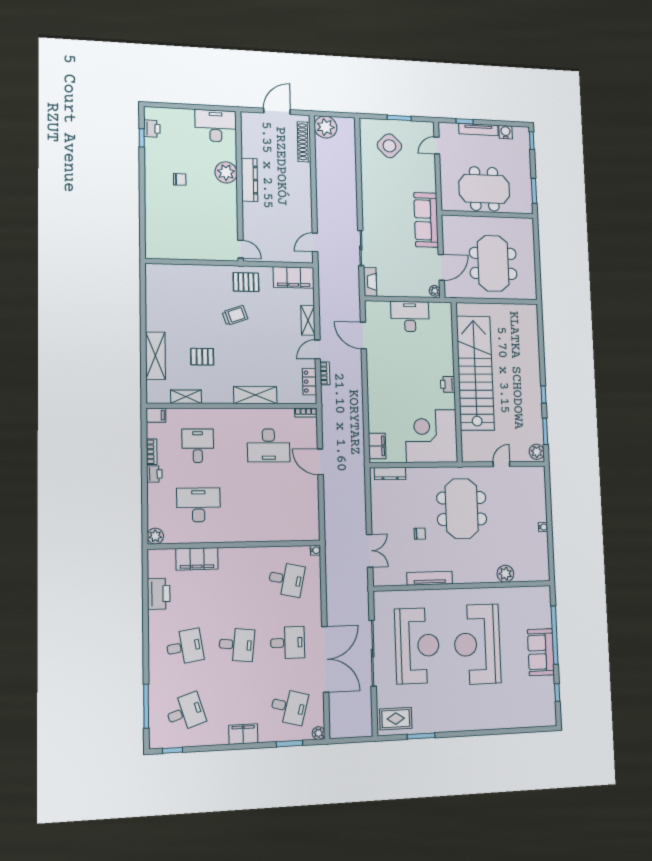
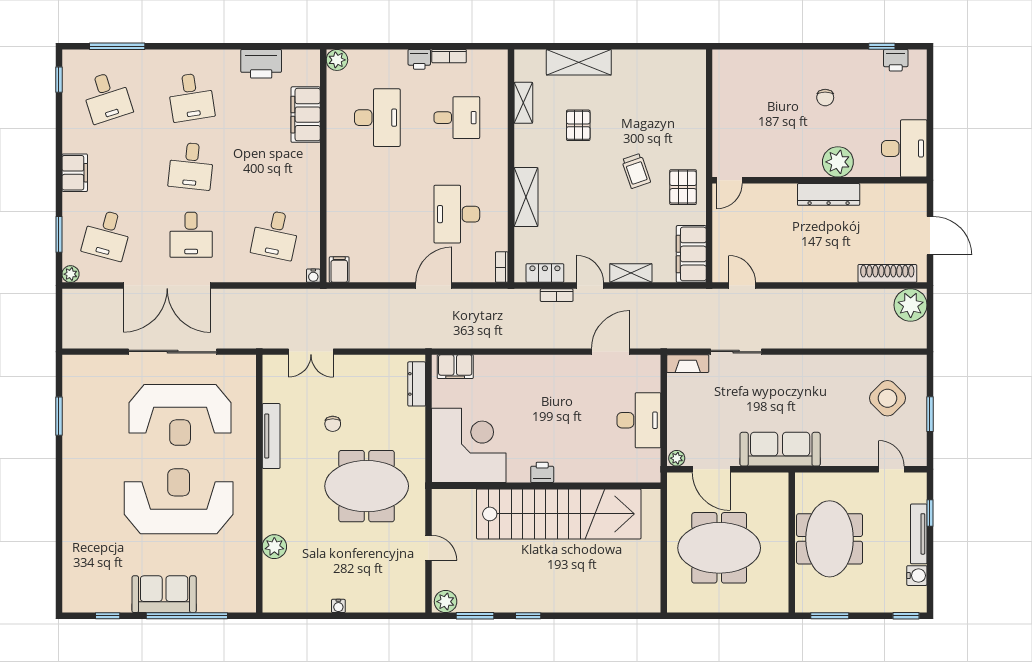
filing cabinet: (156, 415) -> (339, 270), moved, turned 180
rug: (396, 719) -> (84, 381), removed

